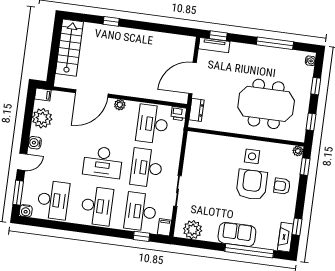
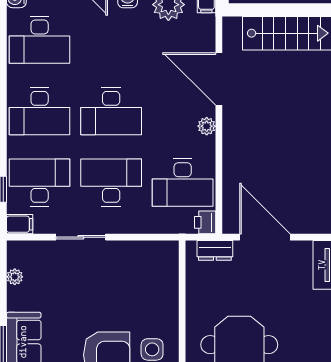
desk: (152, 124) -> (183, 183), turned 180
desk: (103, 162) -> (111, 111), turned -90
plant: (193, 230) -> (15, 277), width x0.53, depth x0.53

